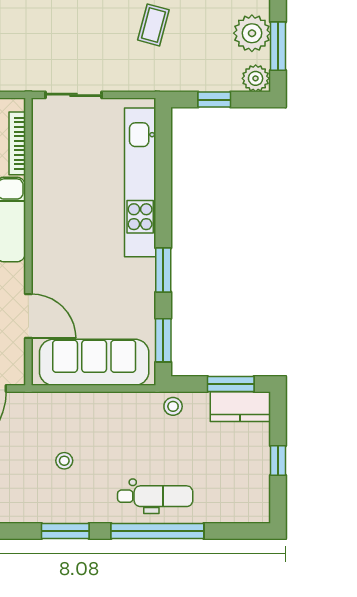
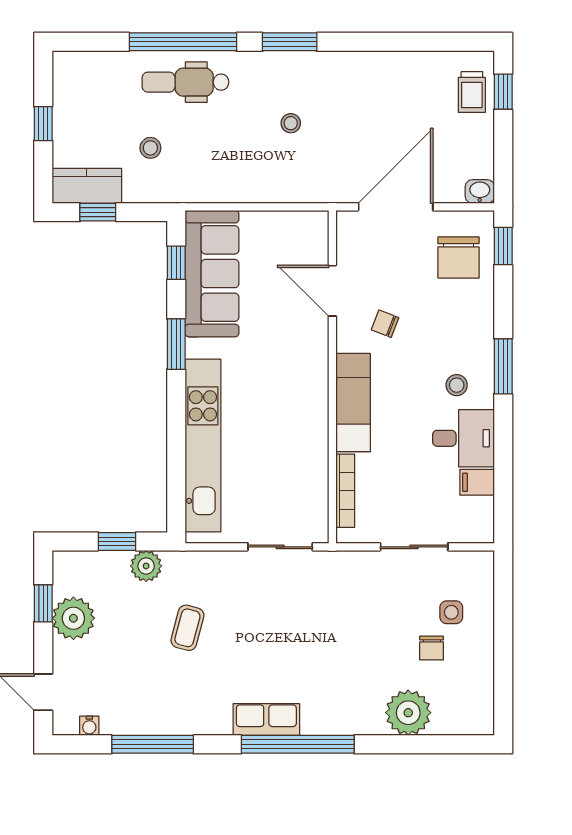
window: (278, 46) -> (43, 603), width x0.67
plant: (256, 78) -> (146, 566), moved
window: (163, 340) -> (176, 263), width x0.67
sofa: (94, 362) -> (212, 274), moved, turned -90
window: (231, 384) -> (98, 212), width x0.67
stool: (173, 406) -> (150, 148), moved

